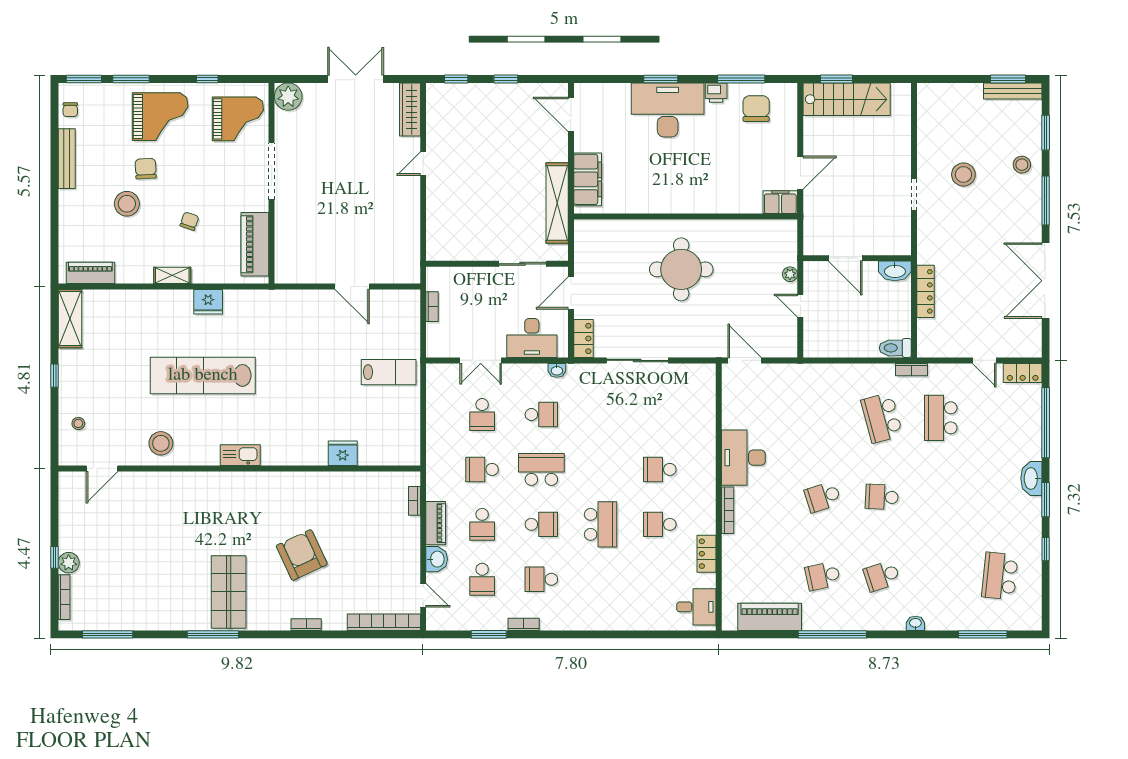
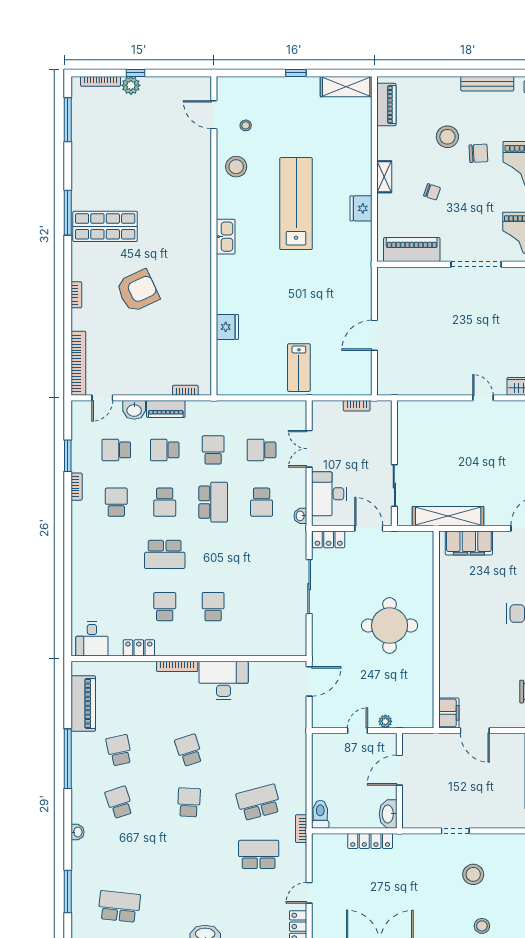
stool: (78, 423) -> (246, 125), moved

